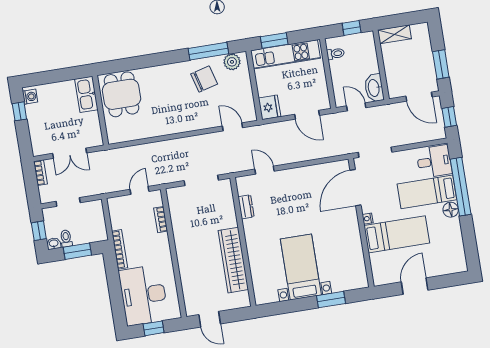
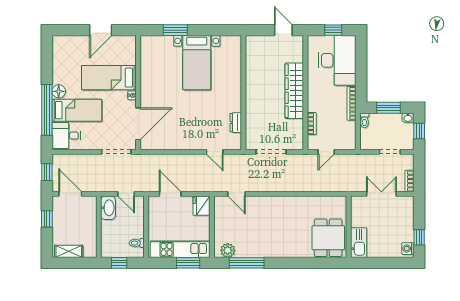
shelving: (395, 34) -> (69, 251), moved
window: (441, 64) -> (47, 219), width x0.67
chair: (204, 79) -> (254, 239), removed
toilet: (66, 238) -> (364, 120), moved
wardrobe: (233, 260) -> (294, 91), moved, turned 180

